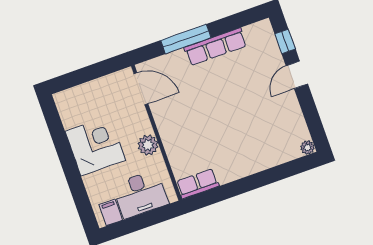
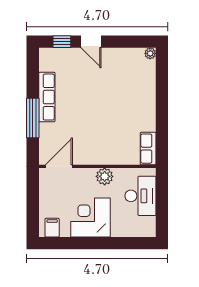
filing cabinet: (111, 212) -> (52, 228), moved, turned 90

